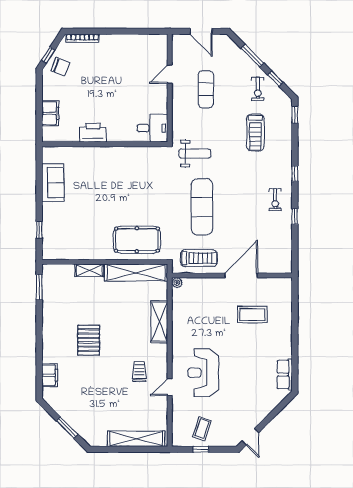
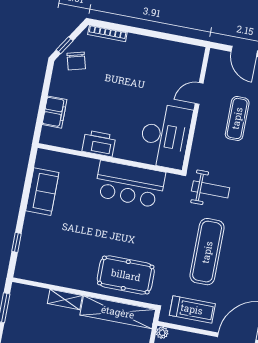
chair: (60, 67) -> (76, 61), turned 54
desk: (152, 128) -> (165, 136), width x1.87, depth x1.30
bar counter: (126, 162) -> (130, 184), added

